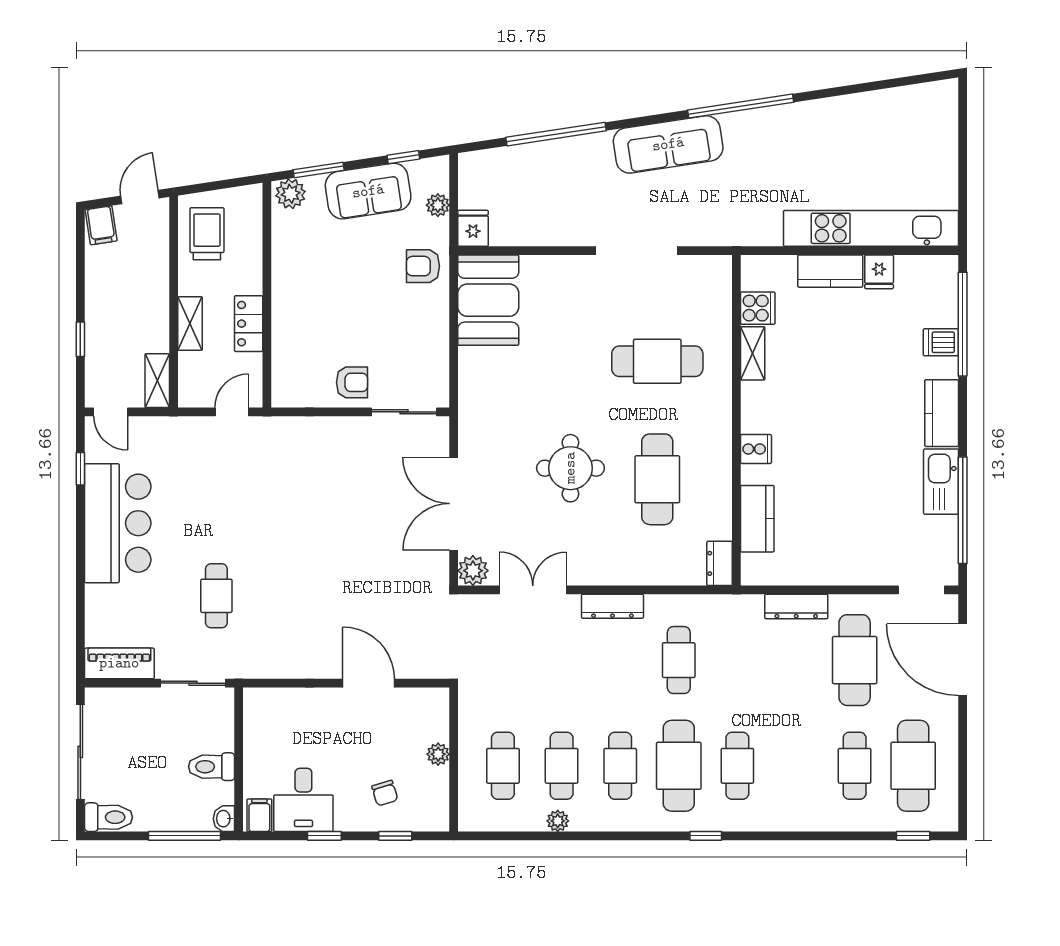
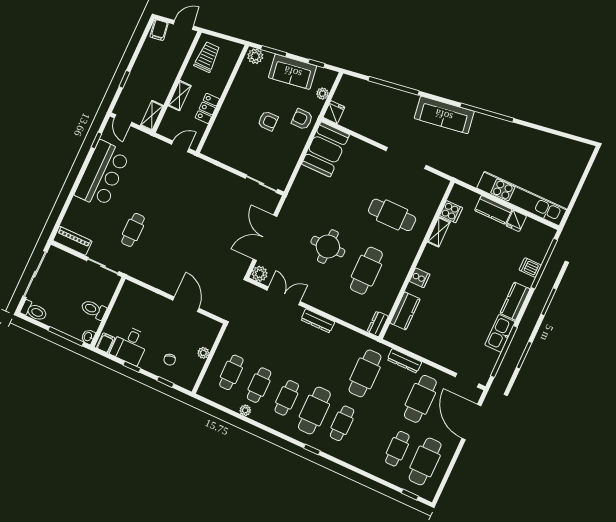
armchair: (352, 382) -> (268, 121), moved
cafe table: (679, 660) -> (365, 373), moved, width x1.37, depth x1.35

